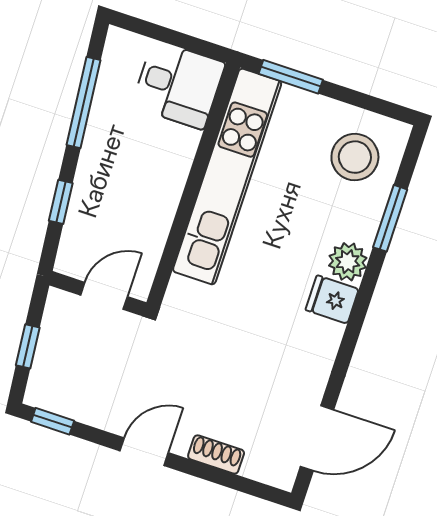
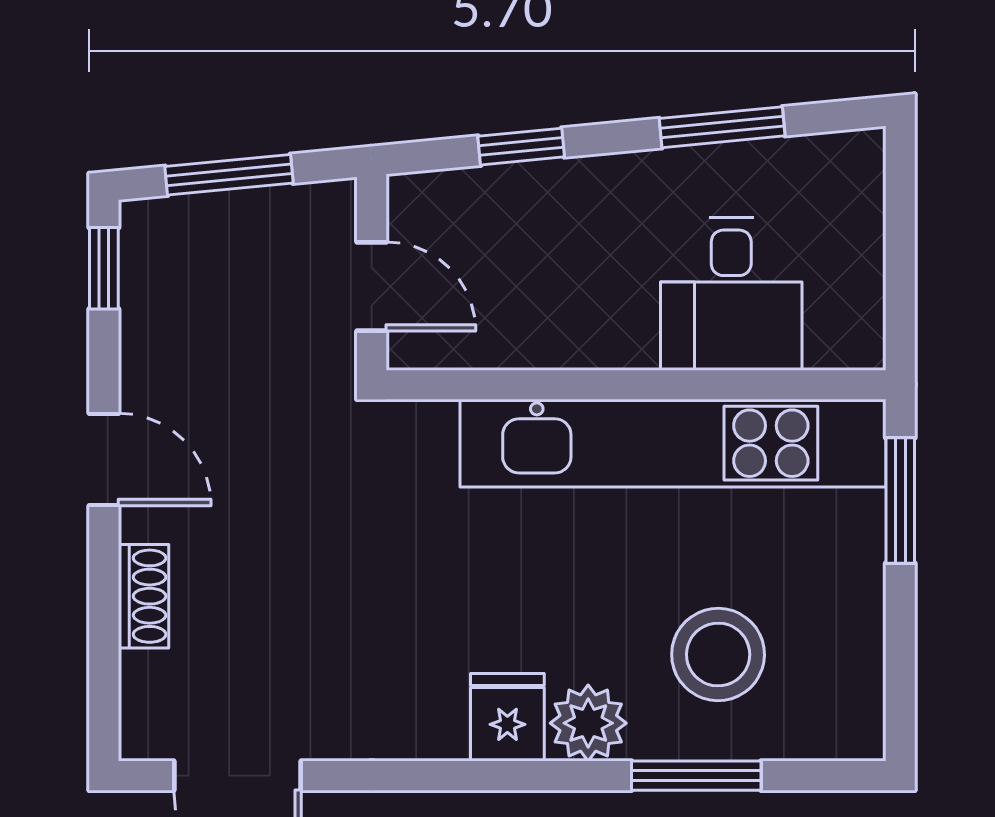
desk: (178, 85) -> (731, 294), moved
window: (84, 103) -> (722, 127), width x0.69
stool: (355, 157) -> (718, 655), moved
window: (28, 346) -> (229, 175), width x1.50

